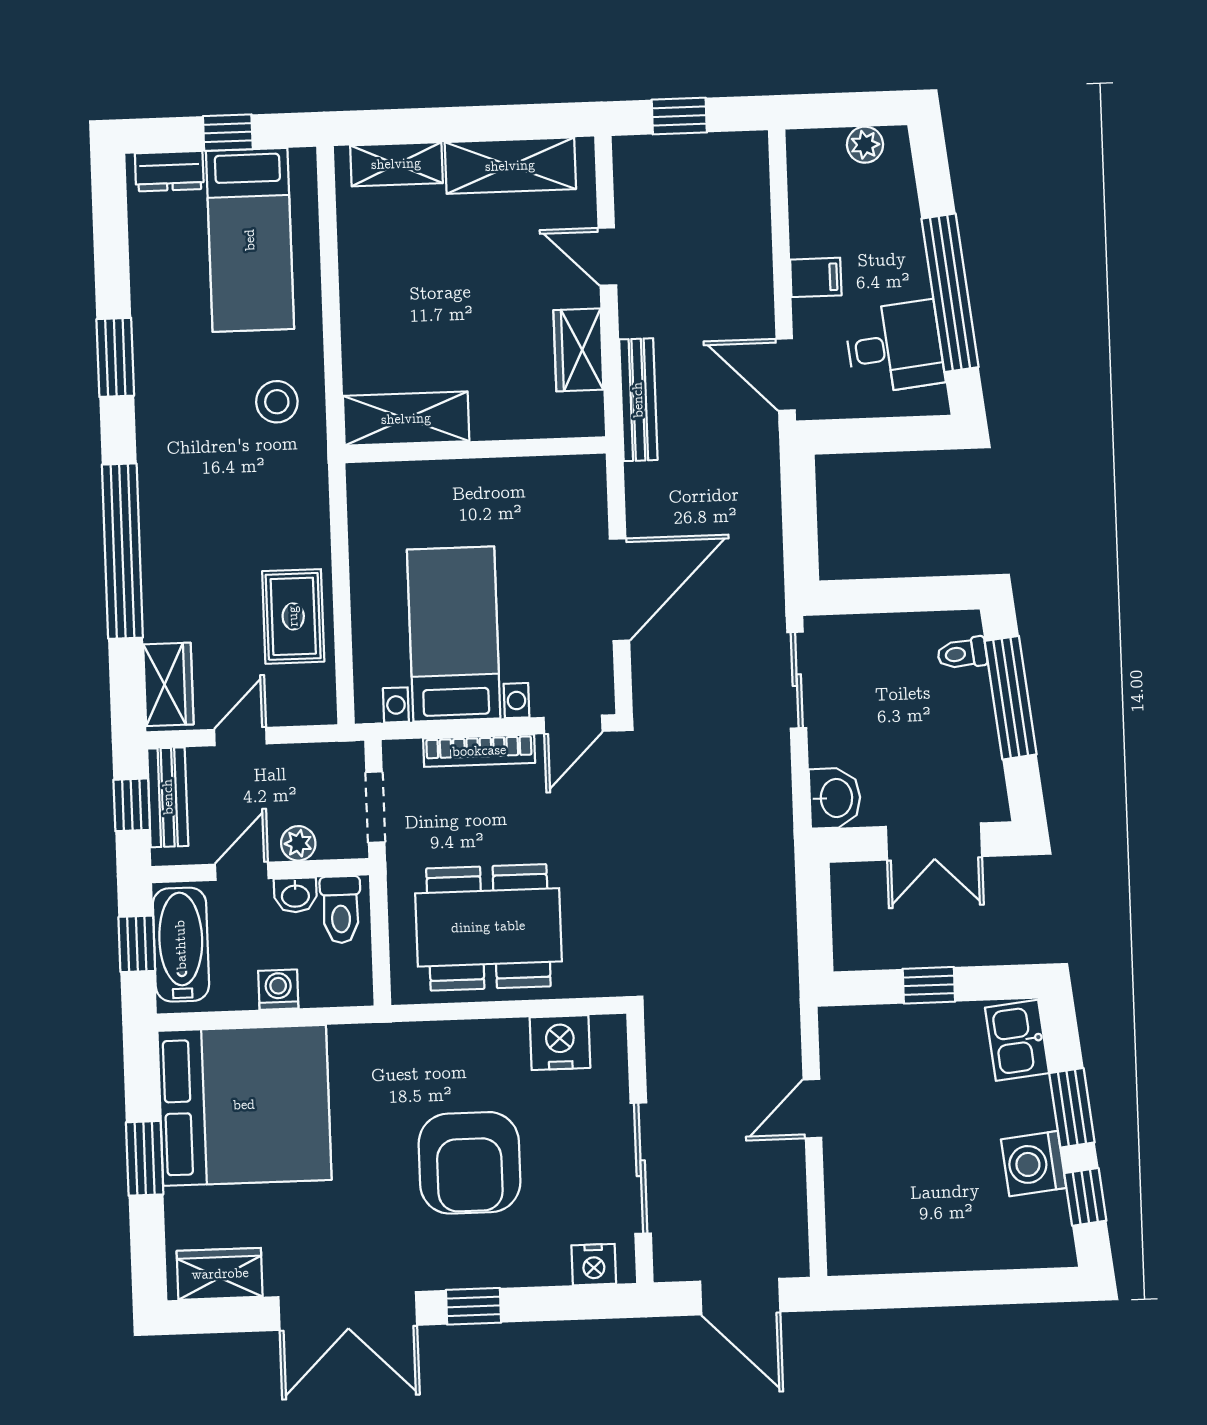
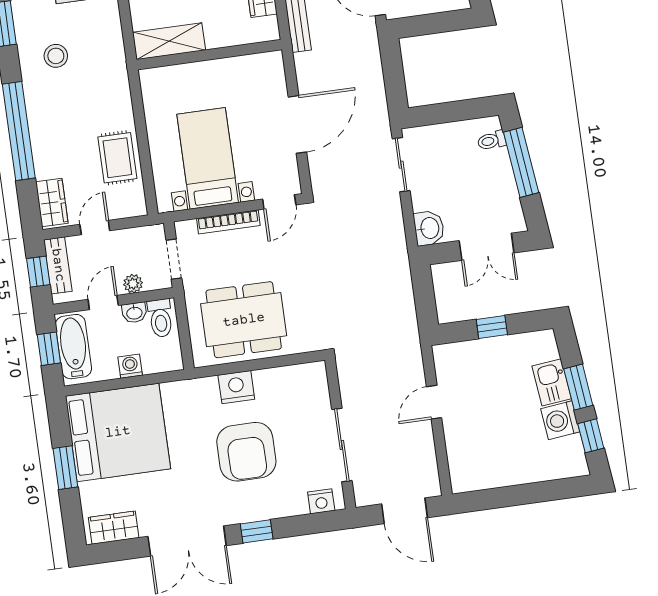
stool: (277, 402) -> (56, 56), moved
kitchen sink: (1017, 1040) -> (552, 382), moved
nightstand: (560, 1043) -> (236, 387), moved

